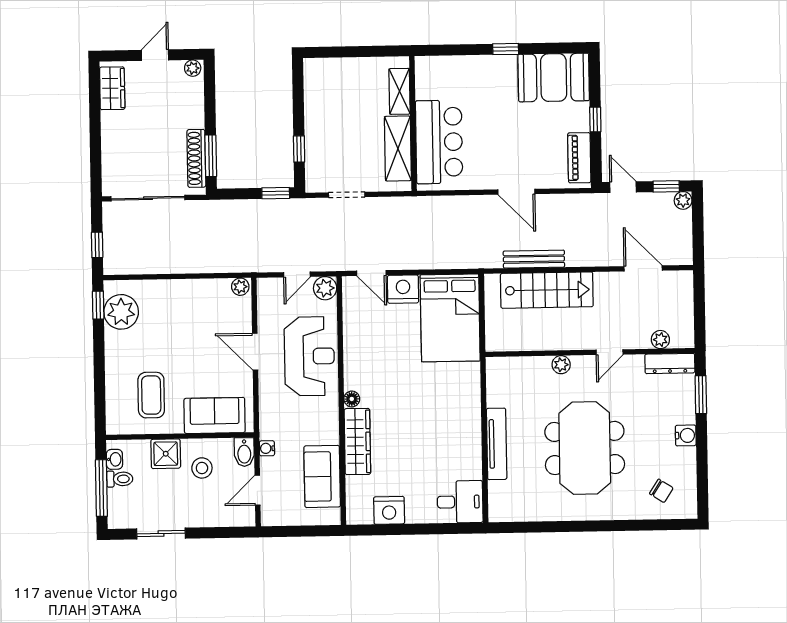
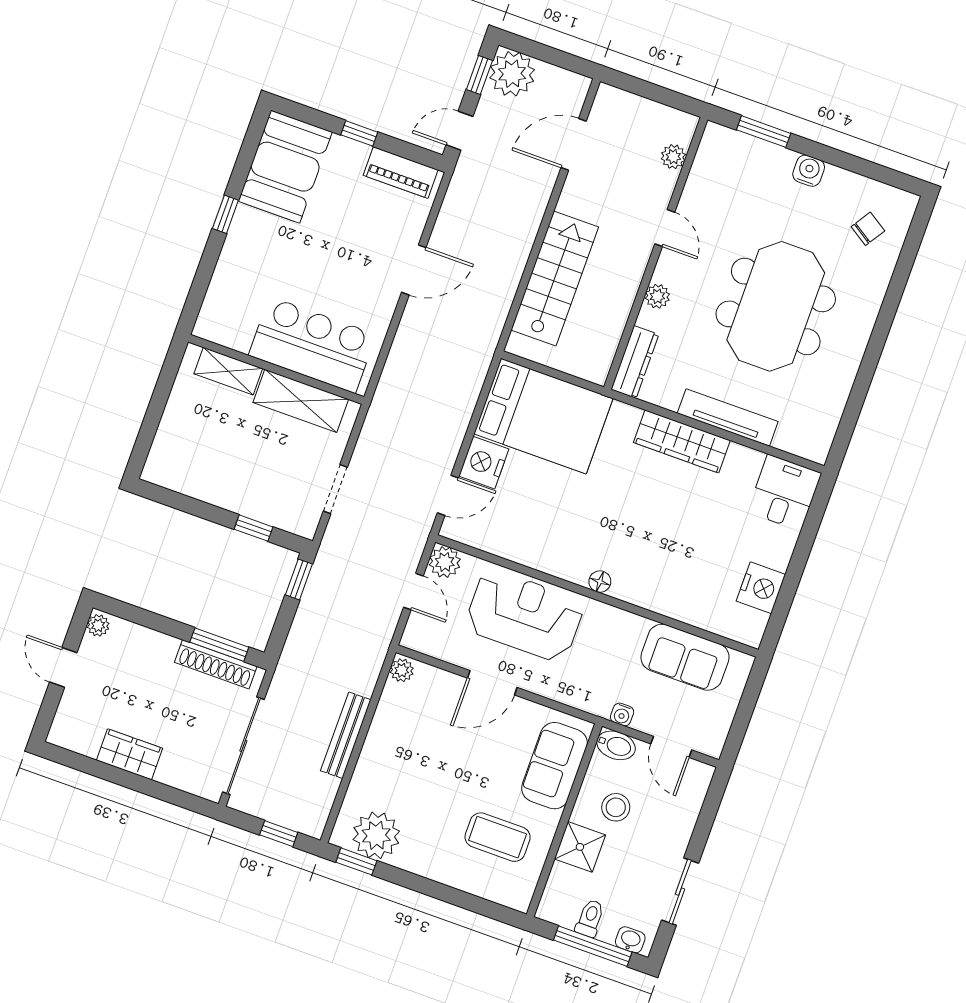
wardrobe: (112, 88) -> (130, 754), moved
plant: (683, 200) -> (512, 74), width x1.87, depth x1.87
bench: (534, 259) -> (346, 735), moved
dresser: (670, 363) -> (635, 362), moved
wardrobe: (357, 442) -> (682, 441), moved, turned 180
meeting table: (585, 448) -> (776, 306), turned 90
washbasin: (114, 459) -> (630, 940), moved

